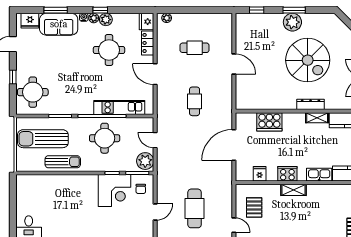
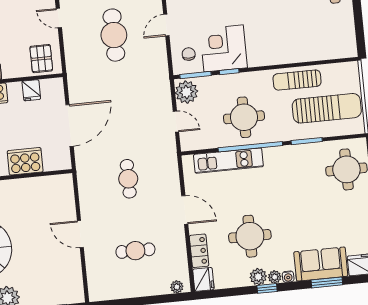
pallet: (254, 207) -> (41, 59), moved

